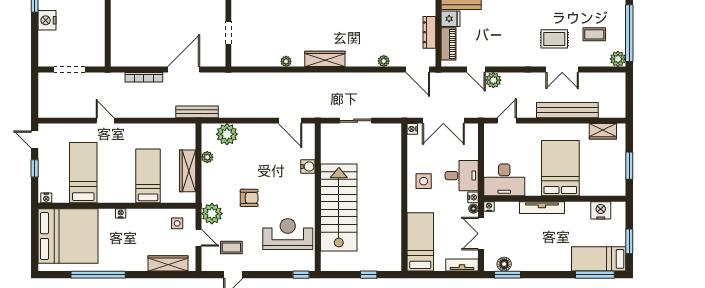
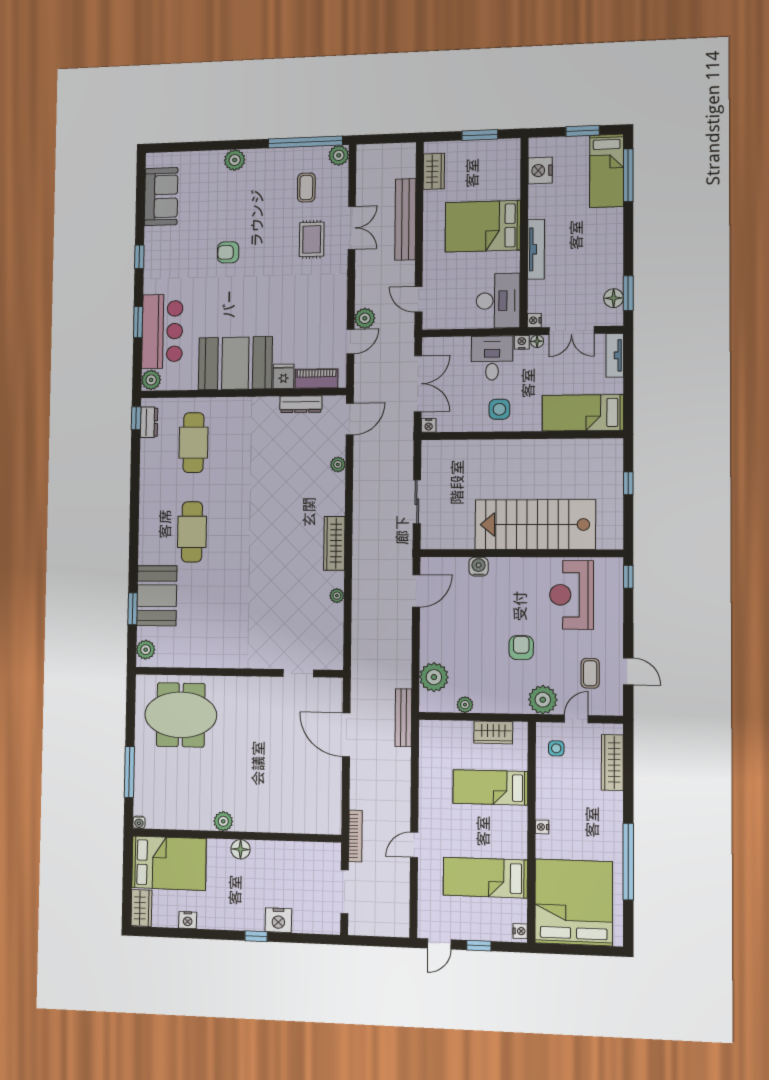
bookcase: (144, 77) -> (355, 836), moved
wardrobe: (188, 171) -> (493, 732), width x0.67

